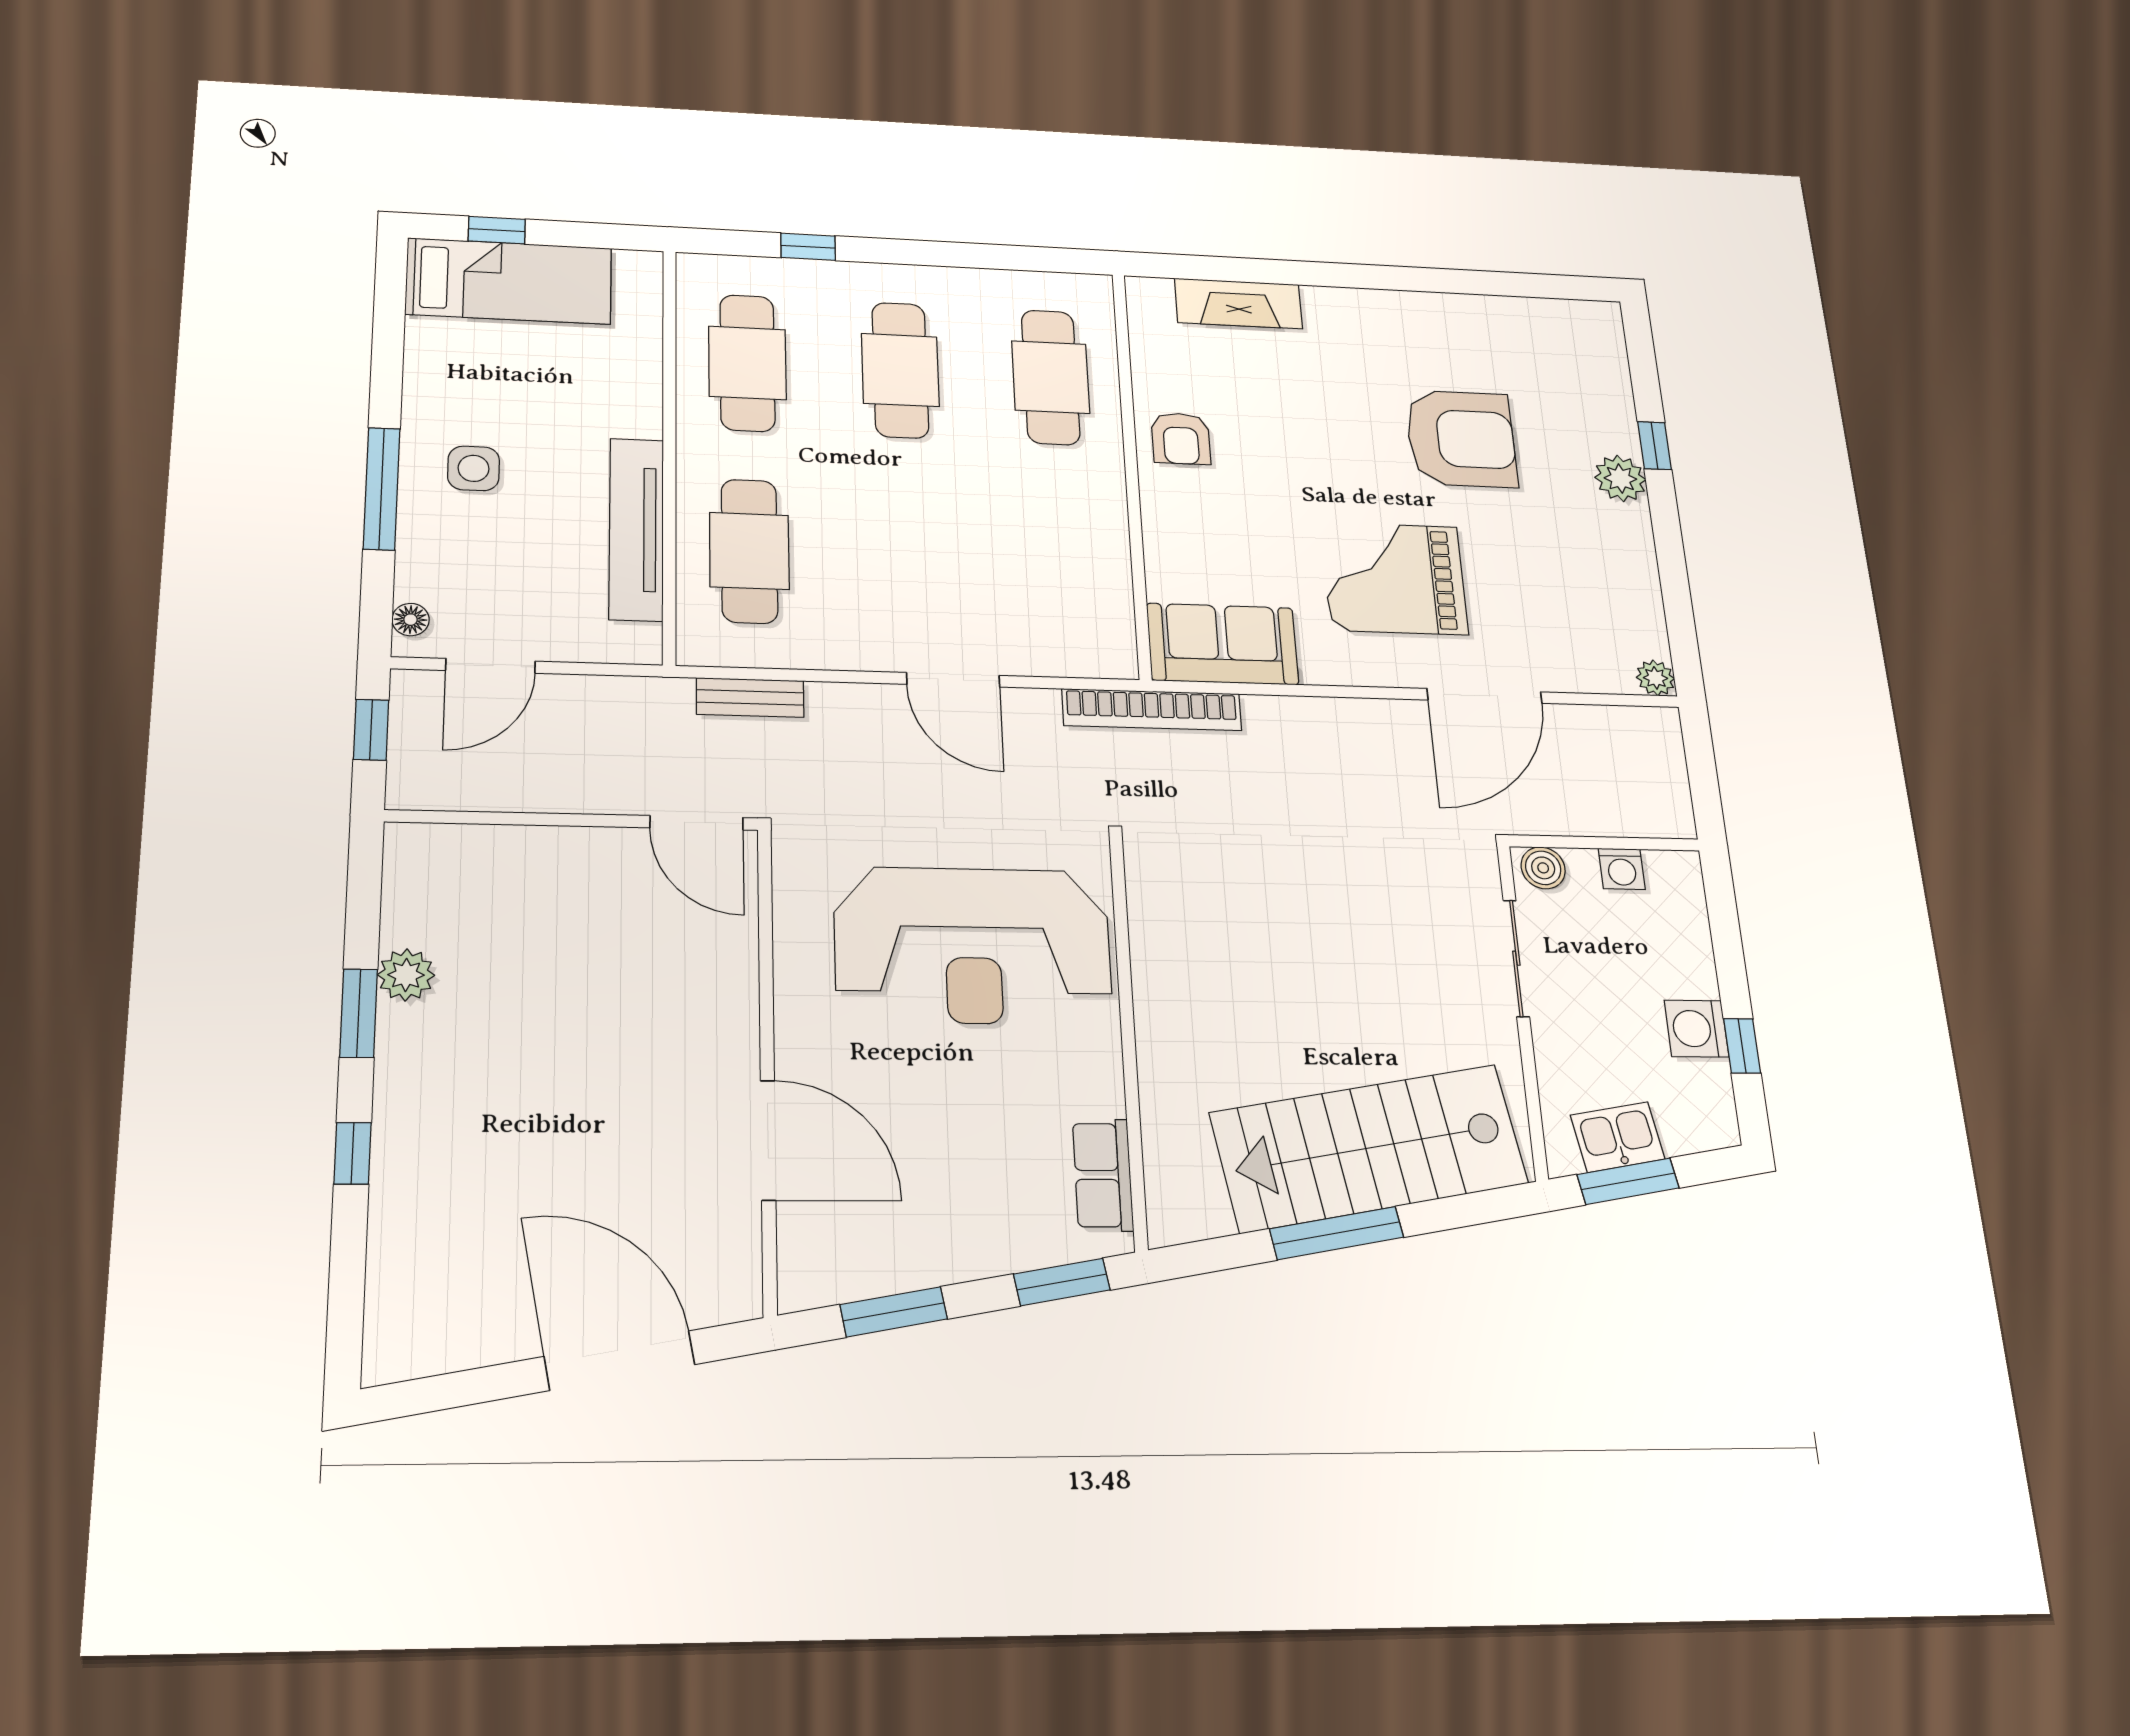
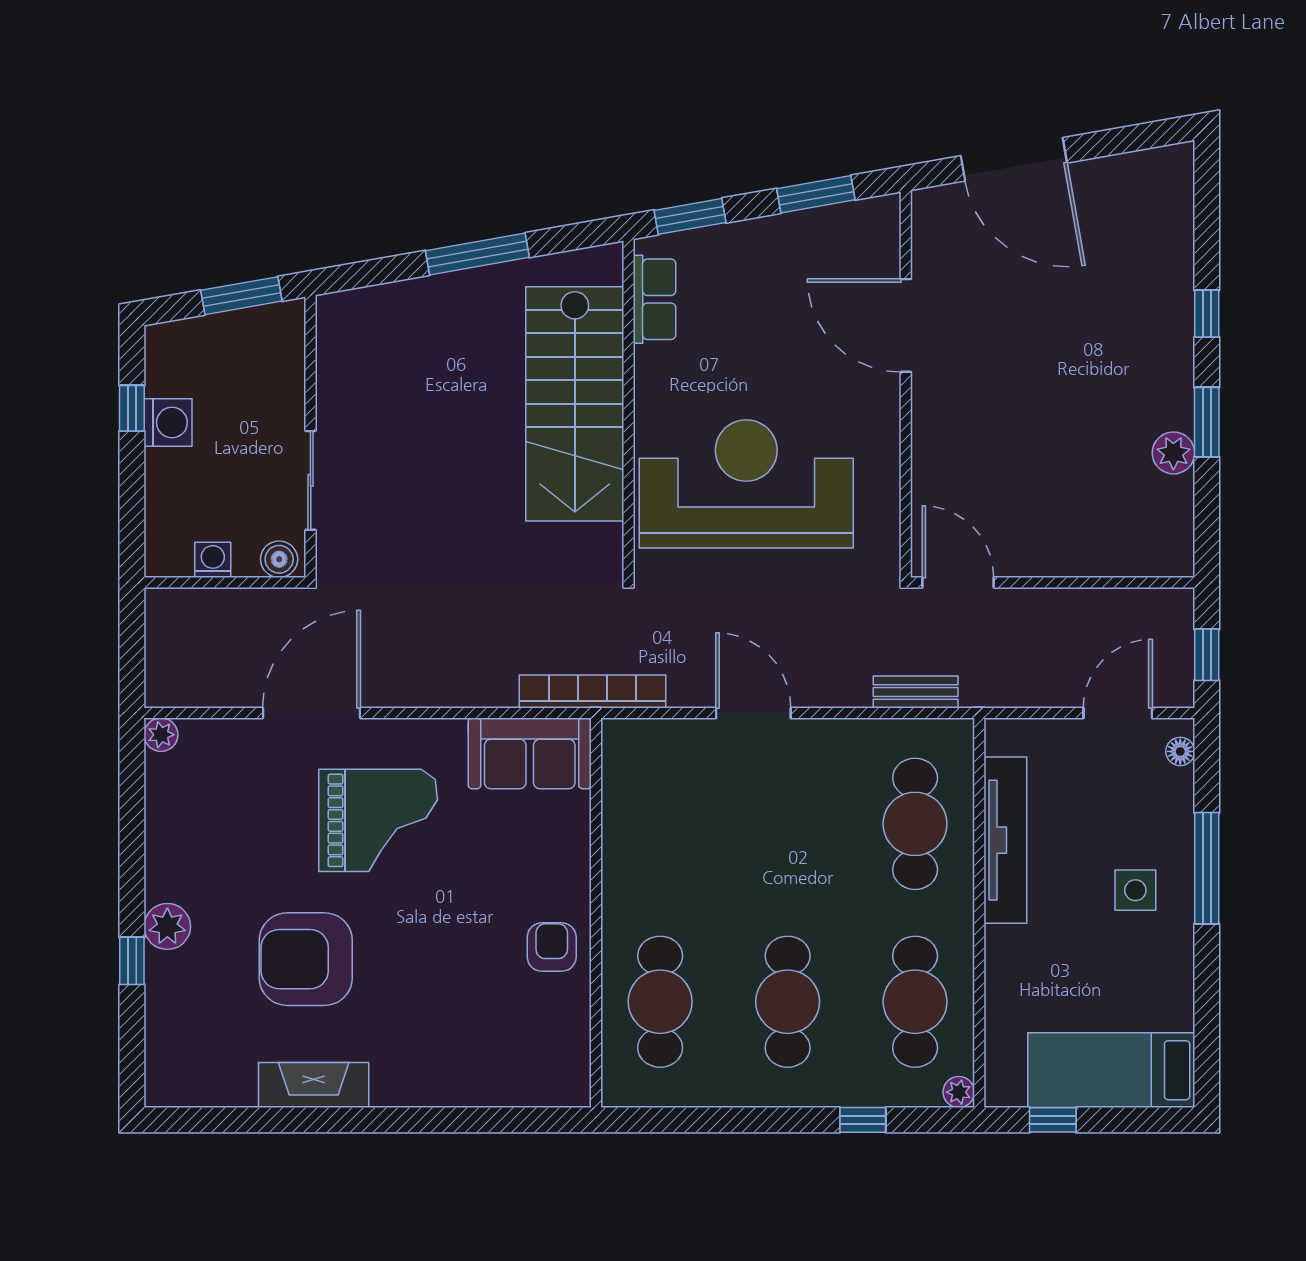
window: (497, 230) -> (1053, 1120), moved
plant: (694, 268) -> (959, 1092), added
fireplace: (1238, 304) -> (314, 1085), moved
kitchen sink: (1618, 1137) -> (245, 332), removed
stairs: (1369, 1148) -> (575, 404), moved, turned 100

